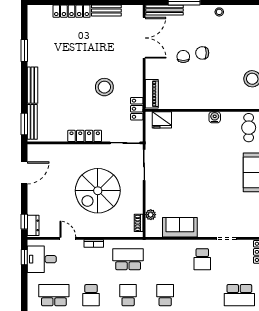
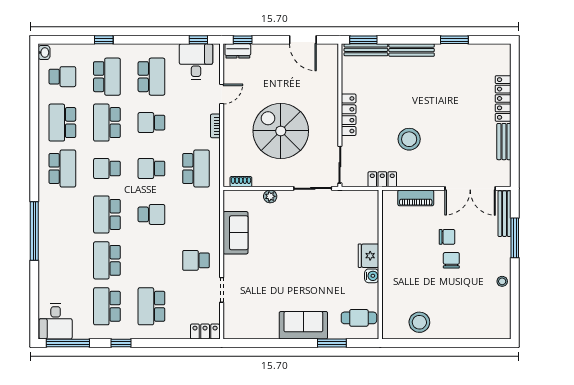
piano: (152, 94) -> (416, 198), moved
fridge: (162, 120) -> (369, 256), moved
plant: (151, 215) -> (270, 196), moved
school desk: (128, 295) -> (151, 169), turned 180

